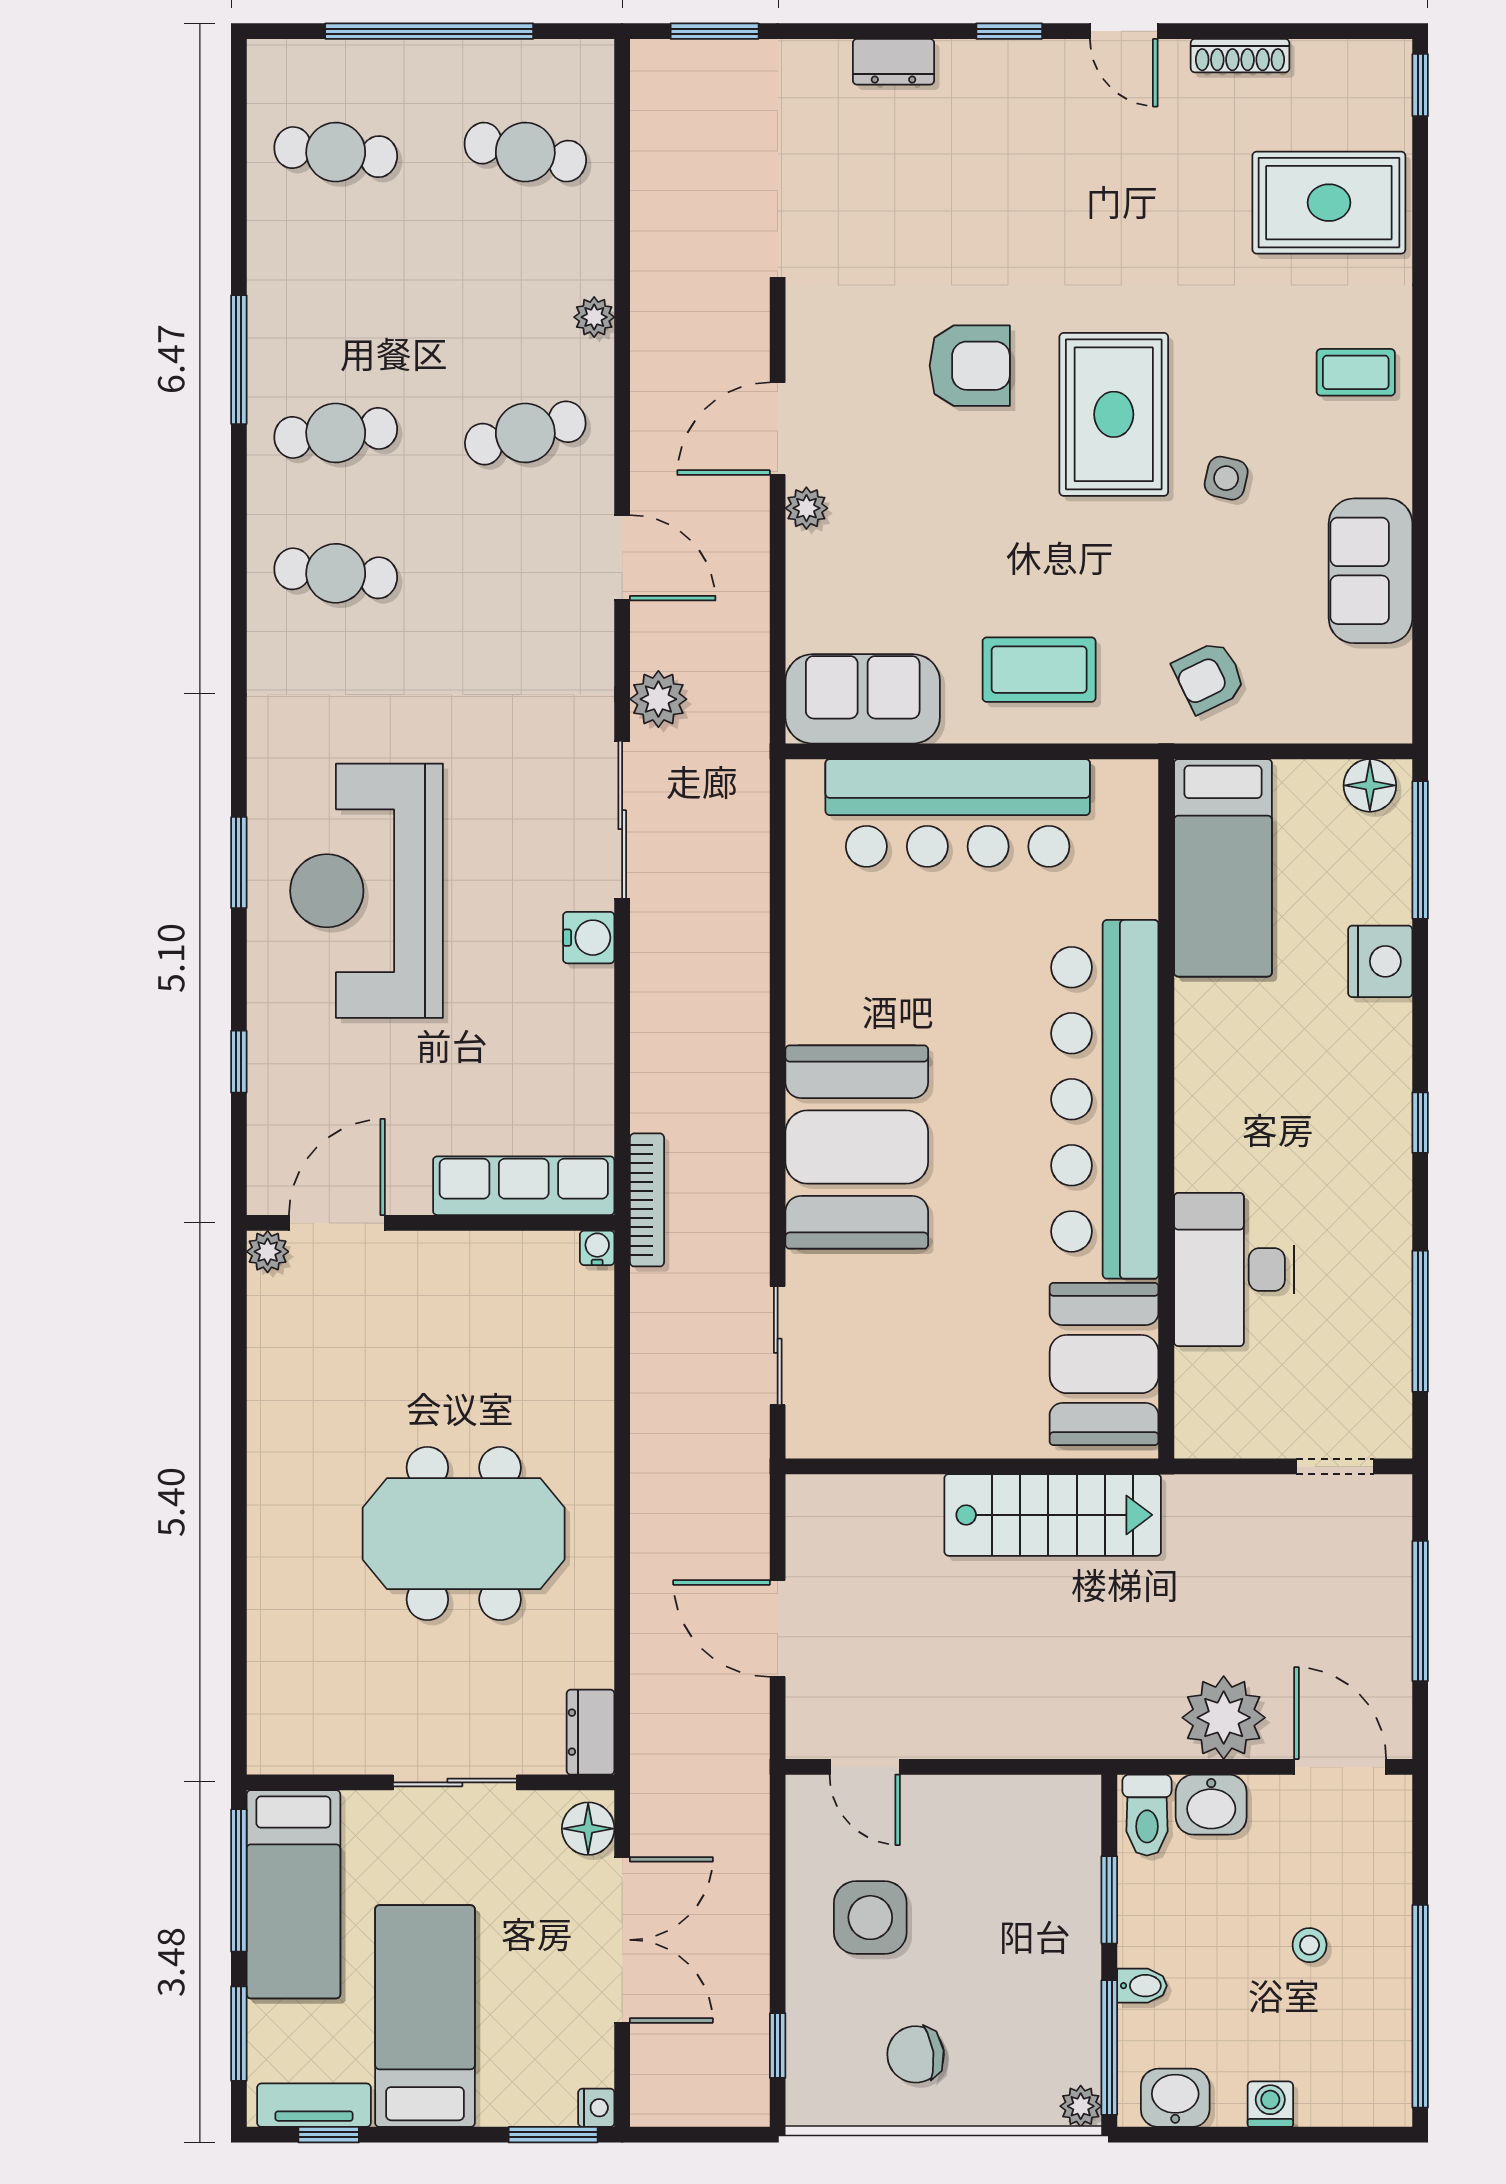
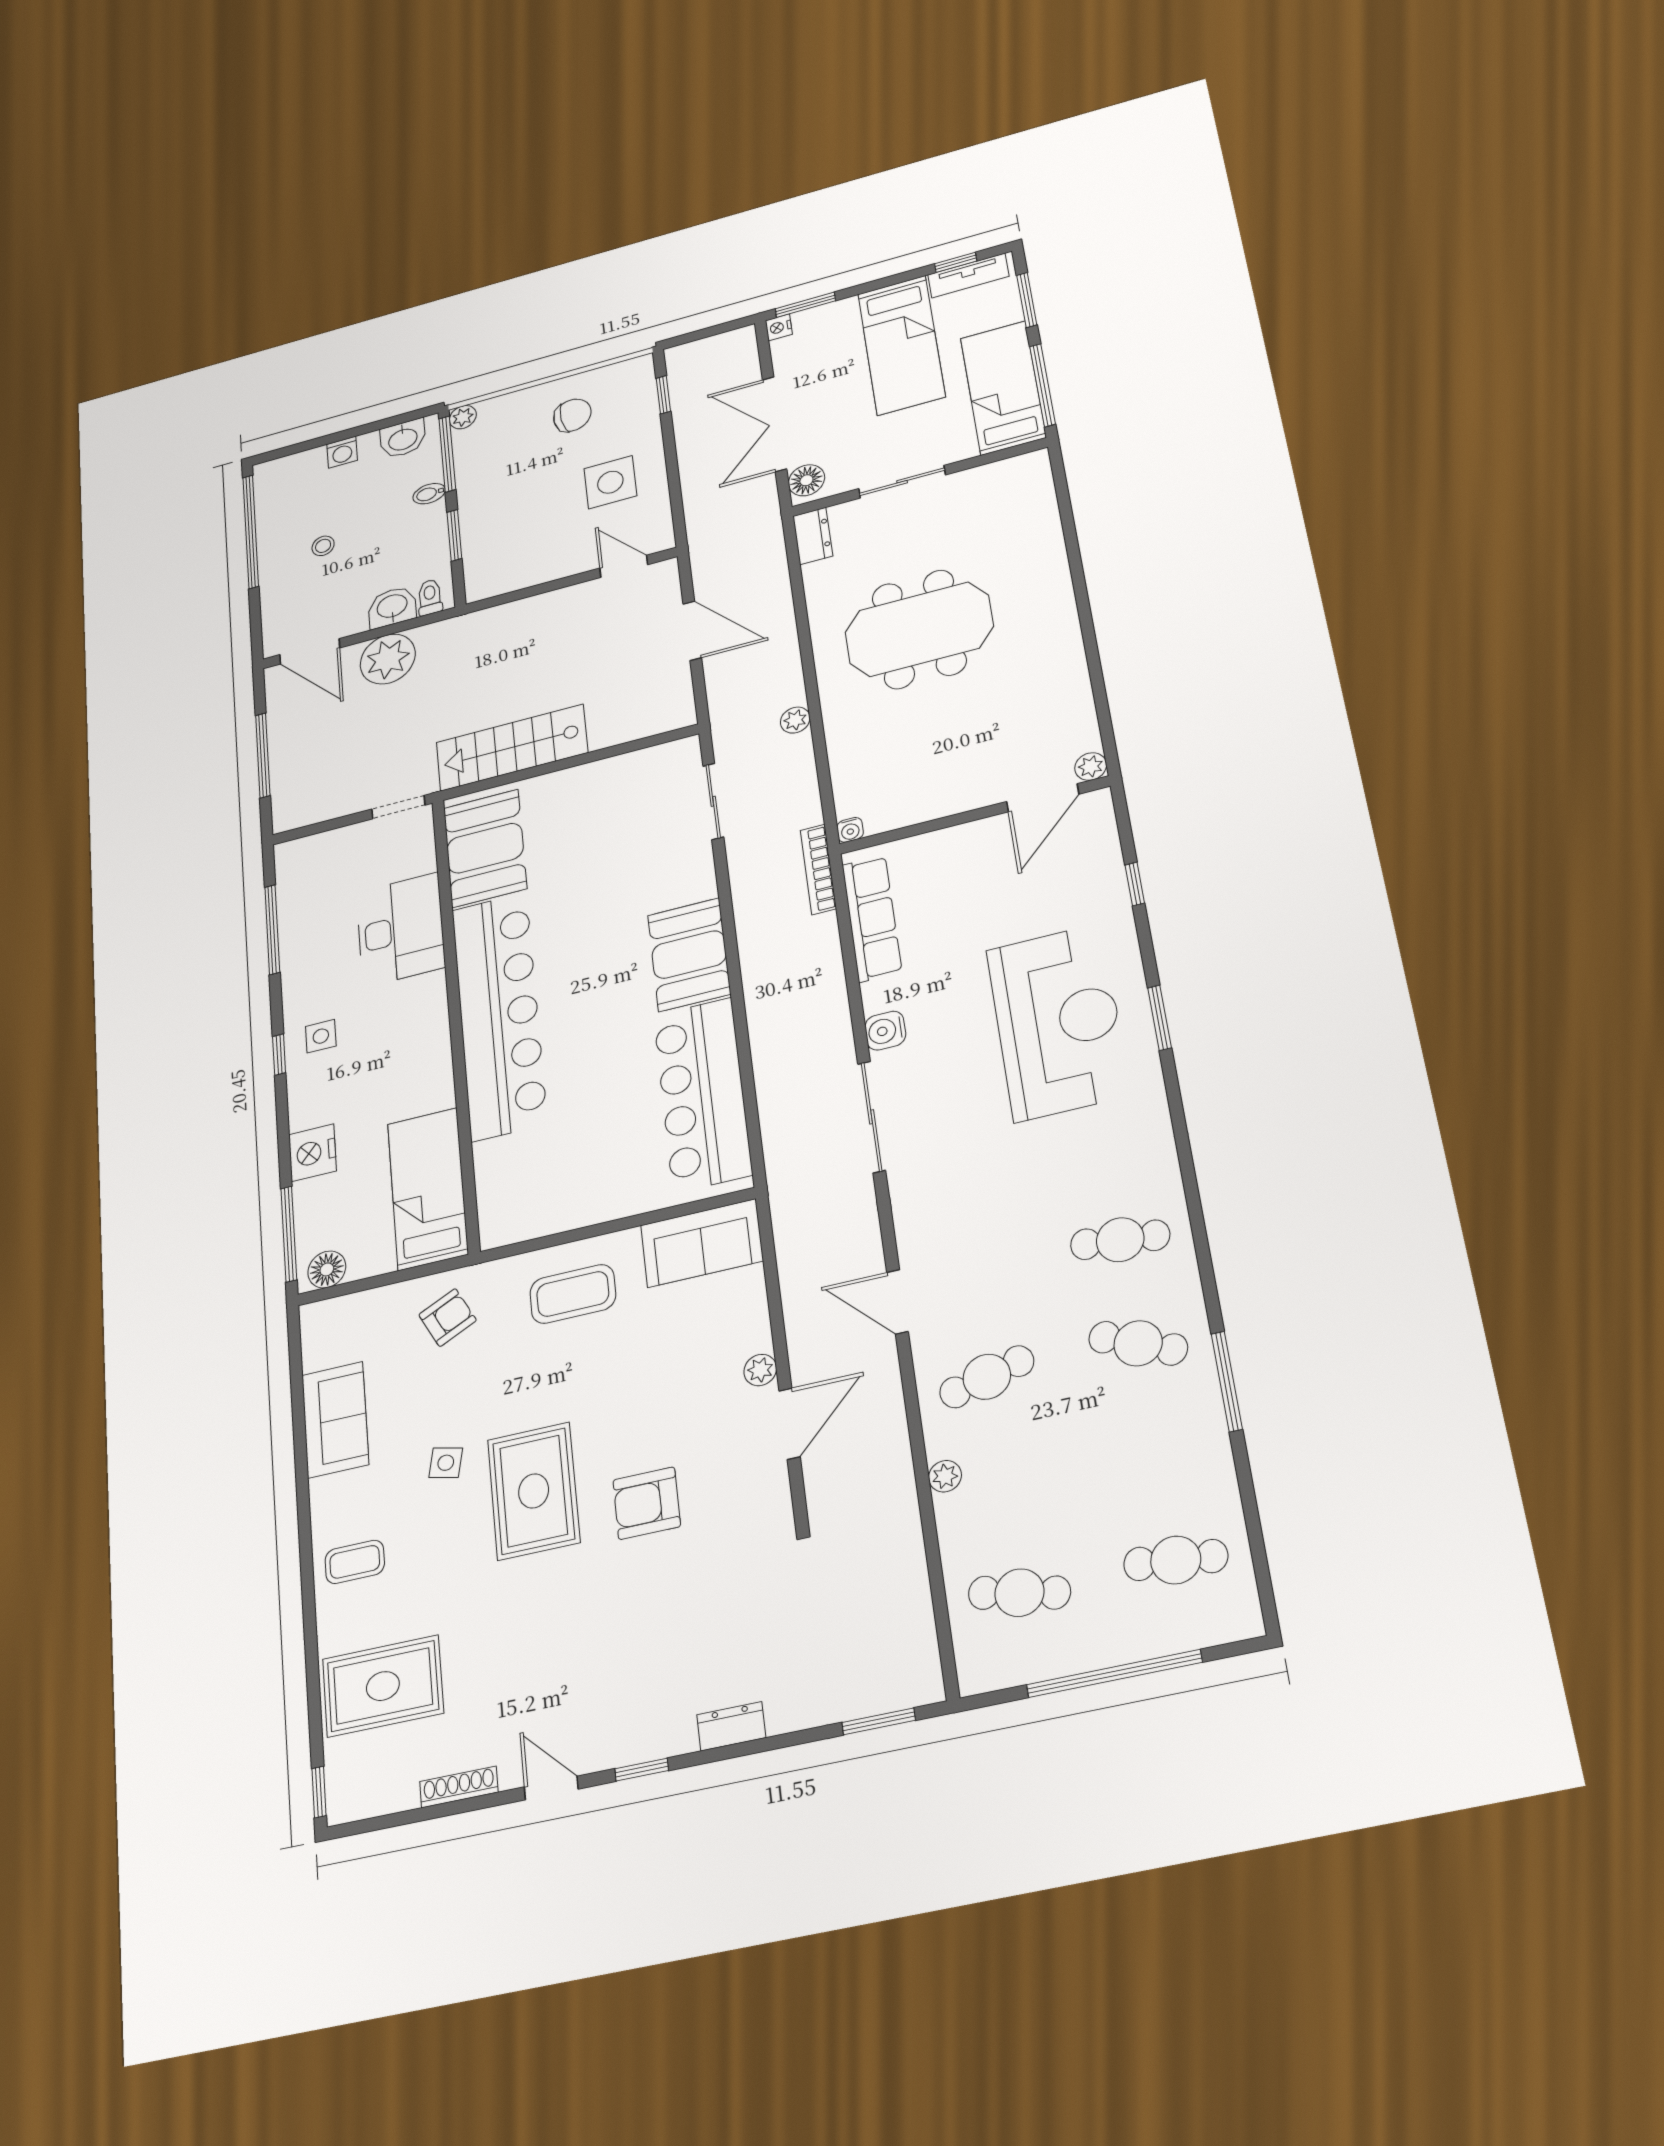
cafe table: (336, 433) -> (1138, 1343), turned 30
plant: (658, 699) -> (795, 720), moved, width x0.73, depth x0.73
bar counter: (958, 813) -> (703, 1095), moved, turned -90
side table: (1359, 1135) -> (321, 1036), added
booth: (857, 1147) -> (689, 955), width x0.73, depth x0.70
row of seats: (524, 1186) -> (872, 918), moved, turned -90
doorway: (1335, 1466) -> (398, 807), moved
toilet: (1147, 1815) -> (430, 597), width x0.73, depth x0.72

